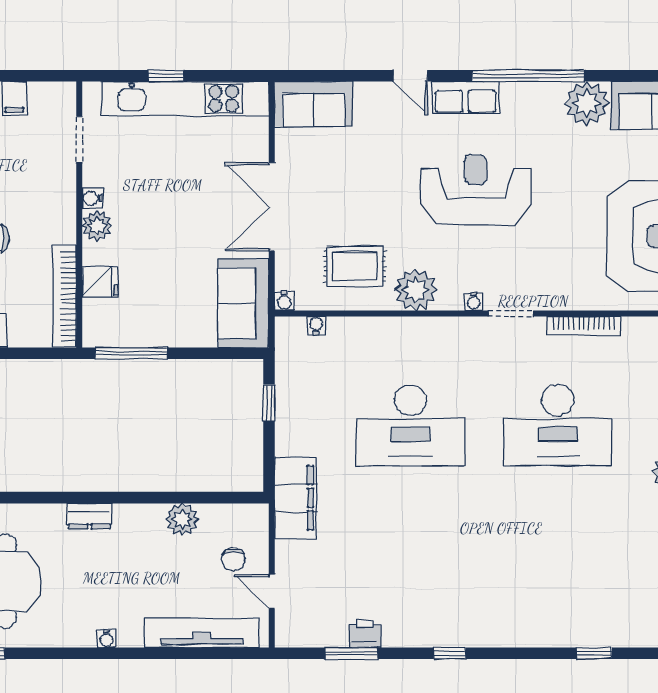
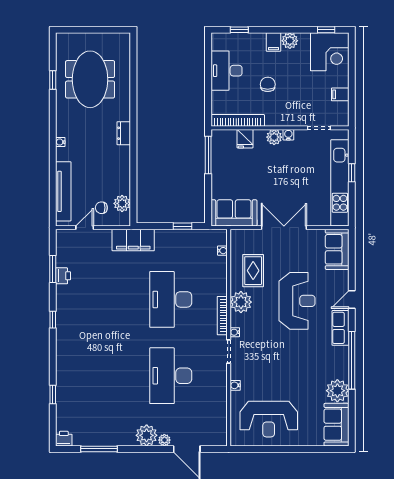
reception desk: (476, 190) -> (297, 301), moved
water cooler: (284, 301) -> (235, 385), moved
bookcase: (584, 326) -> (222, 316), moved
plant: (182, 519) -> (122, 203), moved

